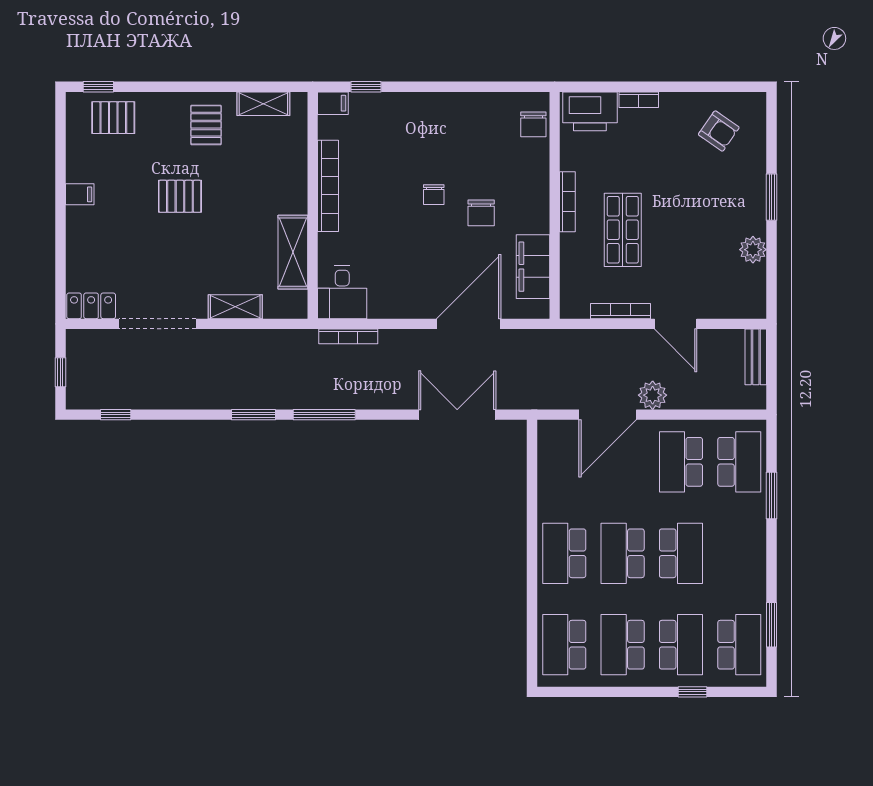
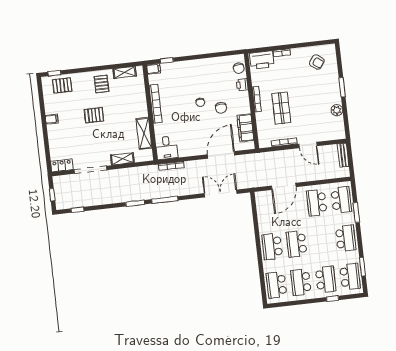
printer: (537, 164) -> (242, 85), added
plant: (653, 395) -> (302, 176), removed
school desk: (681, 553) -> (346, 238), moved

